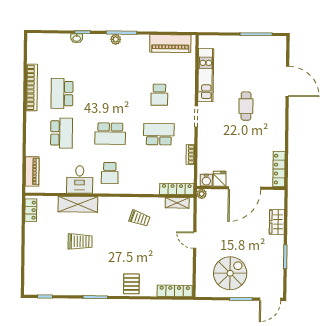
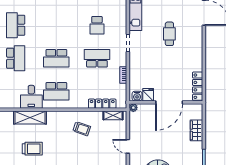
school desk: (110, 173) -> (56, 91), width x1.85
locker: (177, 189) -> (102, 104), moved

